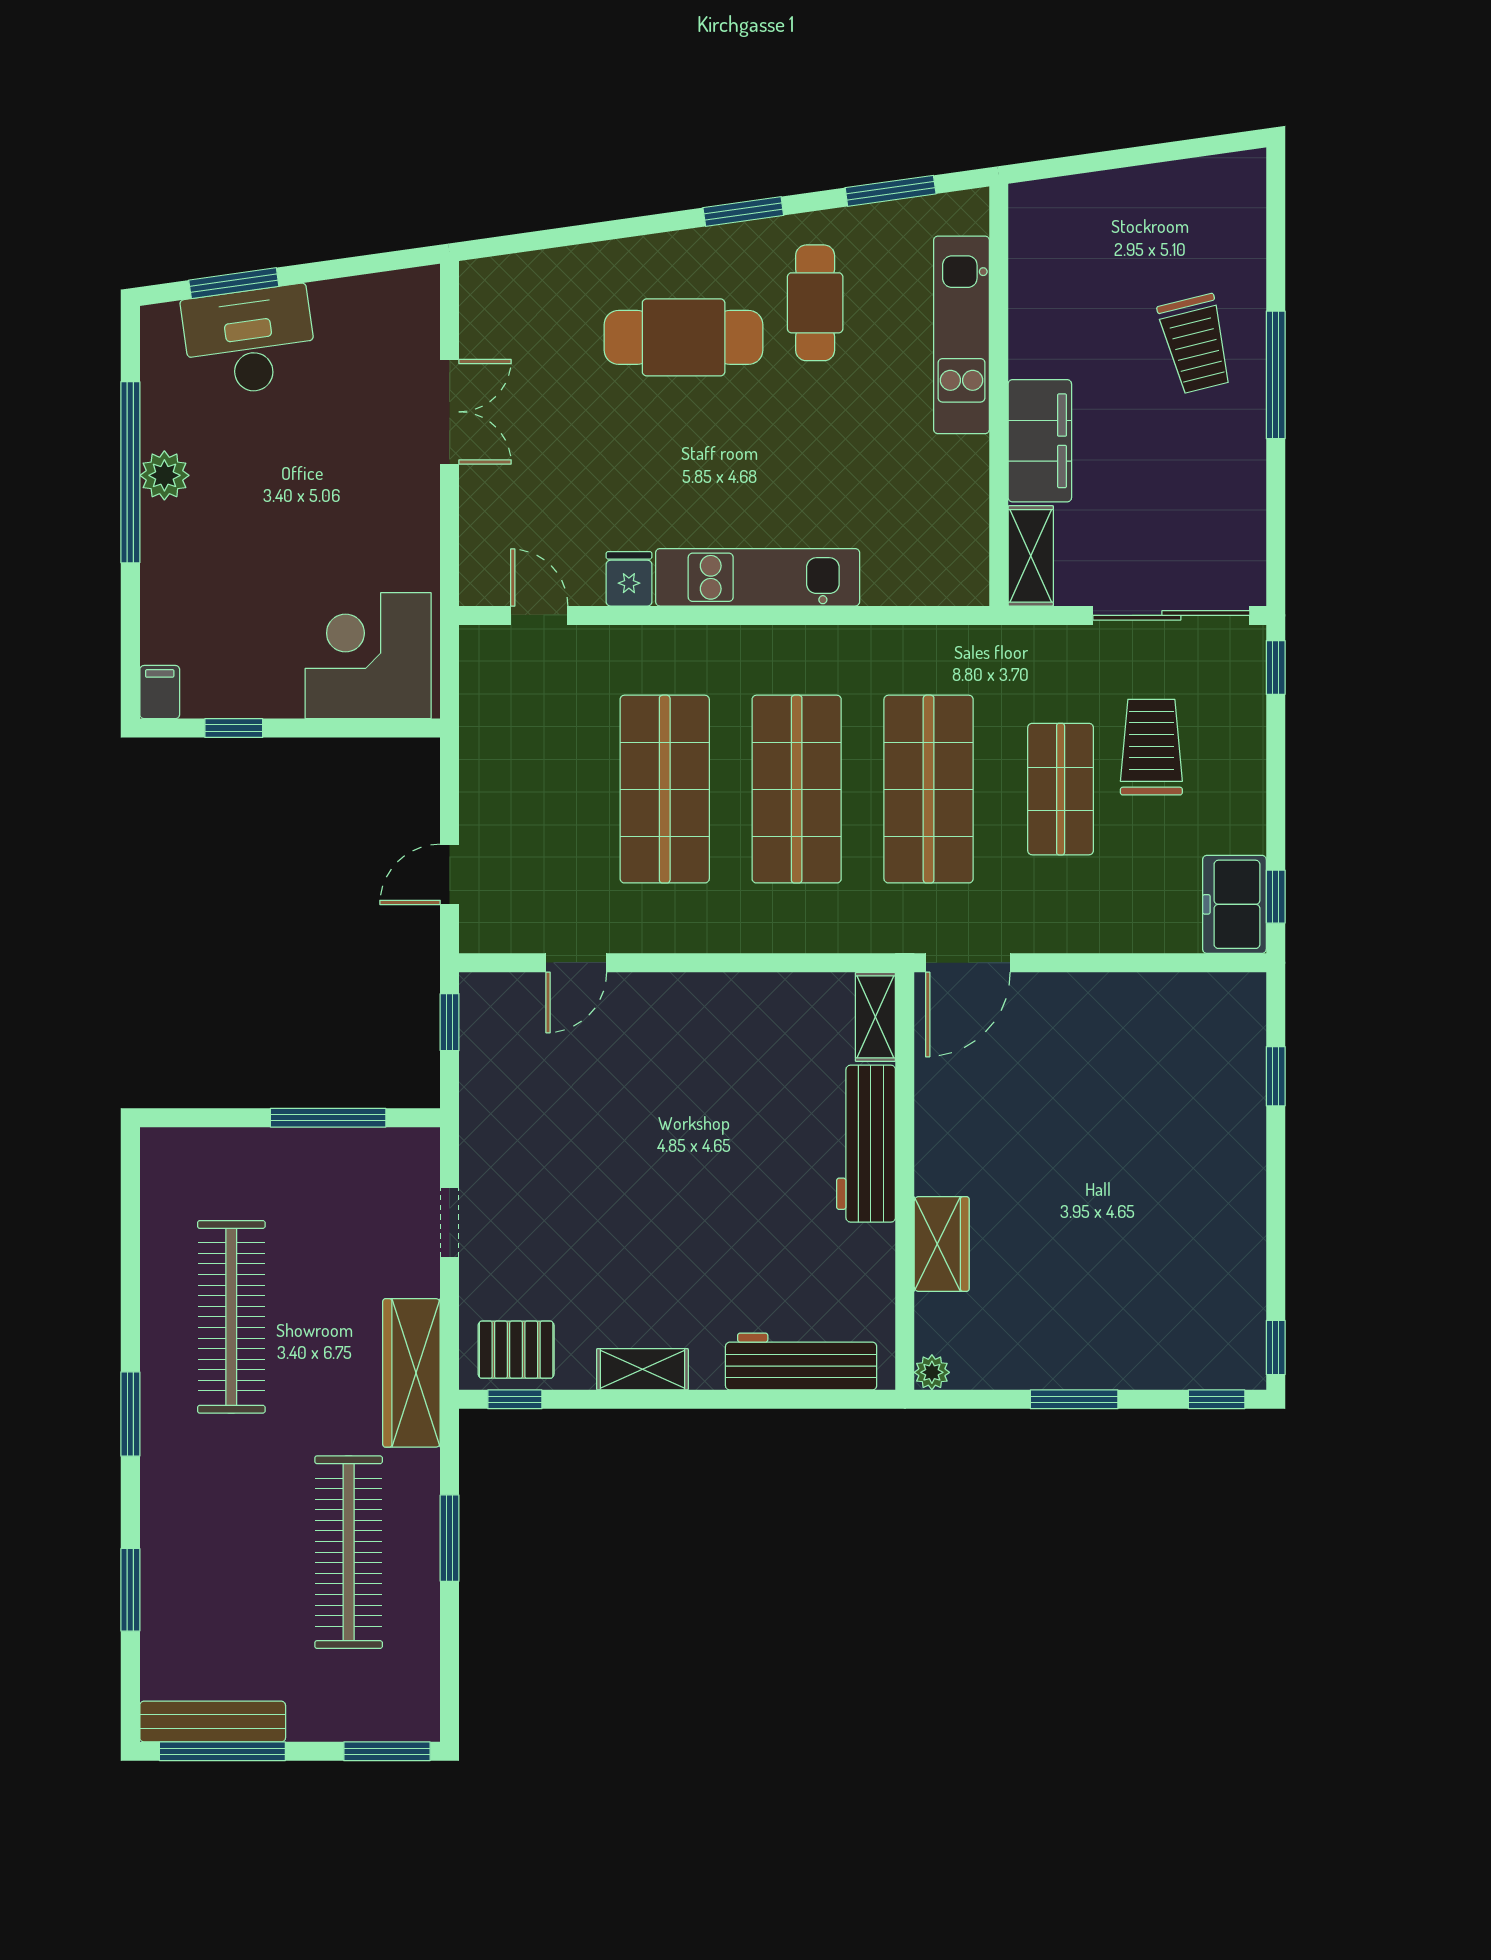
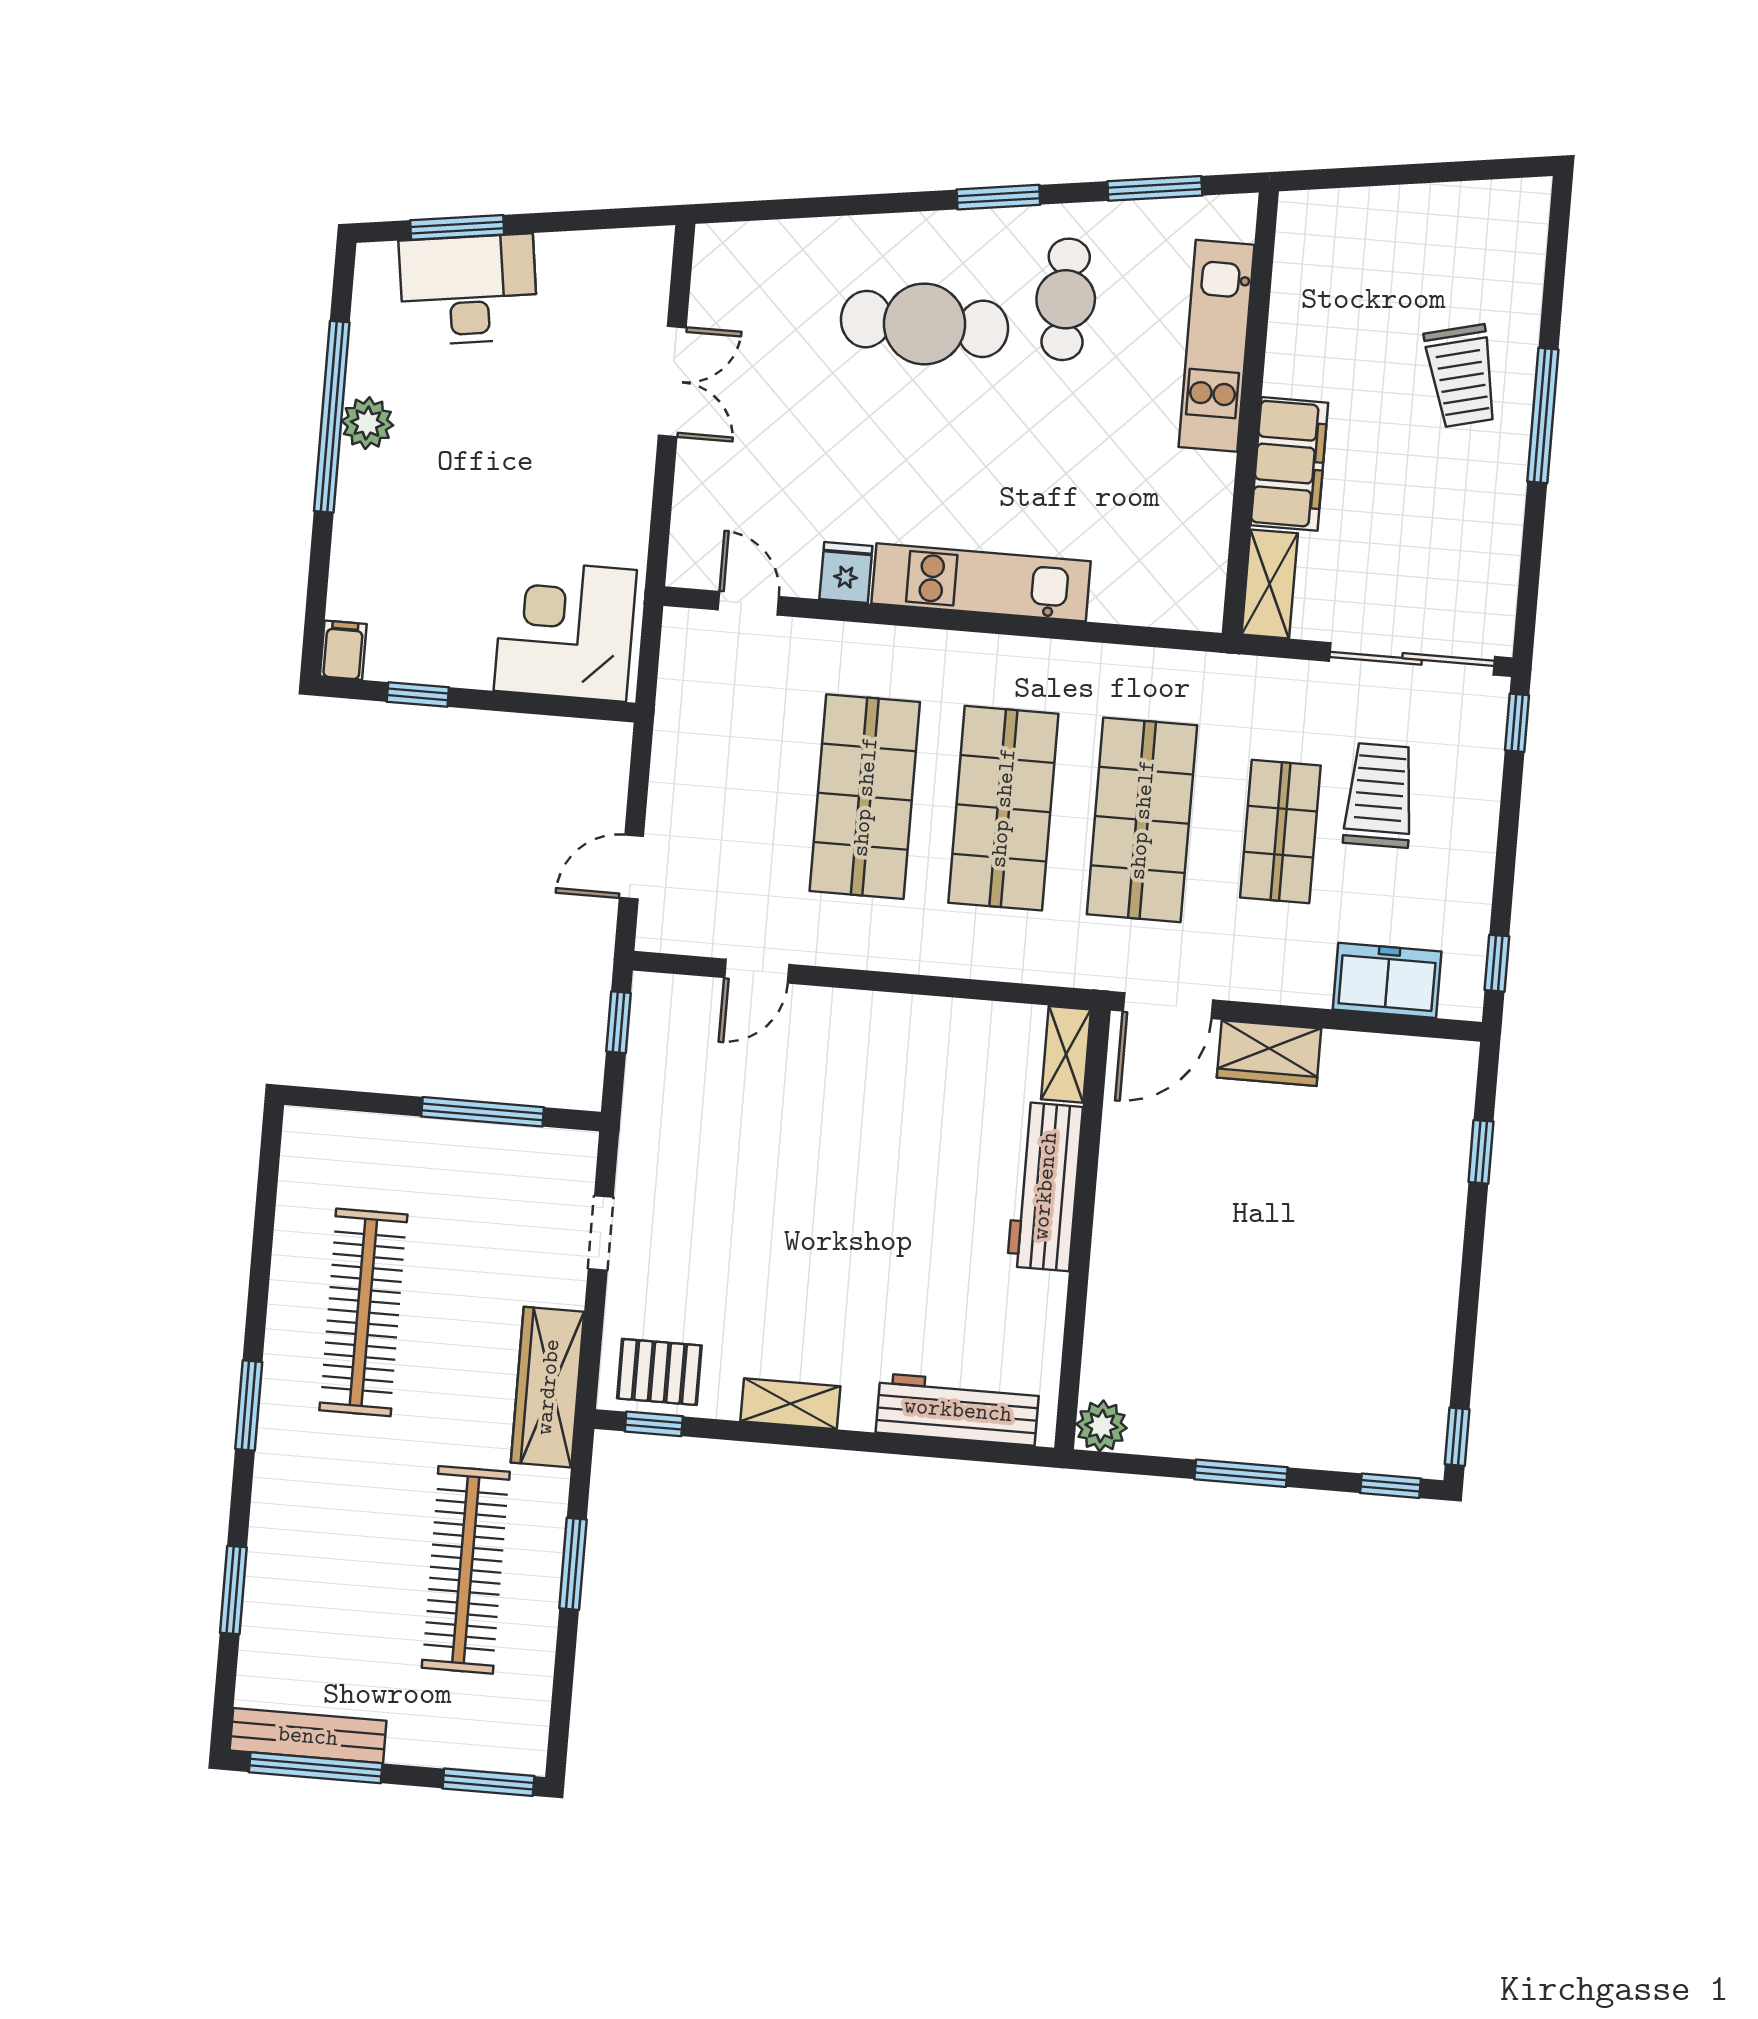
freezer: (1234, 904) -> (1387, 980), moved, turned 90
wardrobe: (942, 1244) -> (1269, 1053), moved, turned 90
plant: (932, 1372) -> (1101, 1426), width x1.38, depth x1.38

